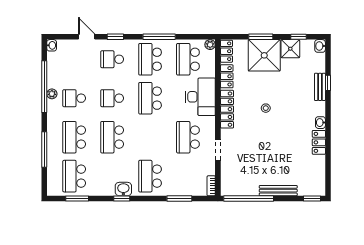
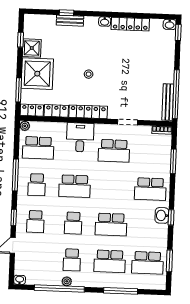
window: (261, 37) -> (19, 90), moved
washbasin: (320, 46) -> (170, 24), moved
school desk: (150, 59) -> (37, 185), width x0.54
desk: (200, 97) -> (80, 137), width x0.73
locker: (319, 142) -> (130, 24), width x1.53
bench: (278, 191) -> (168, 102), moved

